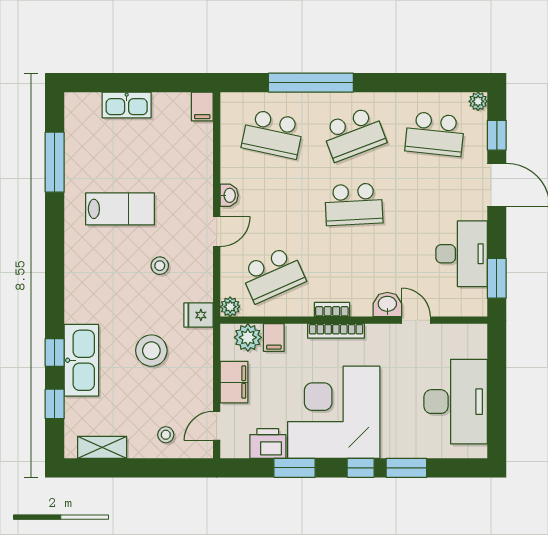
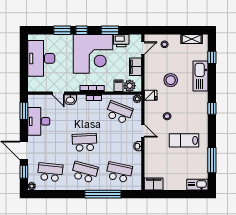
kitchen sink: (127, 105) -> (197, 185), moved
filing cabinet: (202, 106) -> (154, 184), width x2.00
school desk: (354, 134) -> (85, 172), turned 36
door: (217, 232) -> (143, 131), swing flipped
school desk: (273, 275) -> (119, 112), turned 45
window: (55, 353) -> (212, 108), moved

